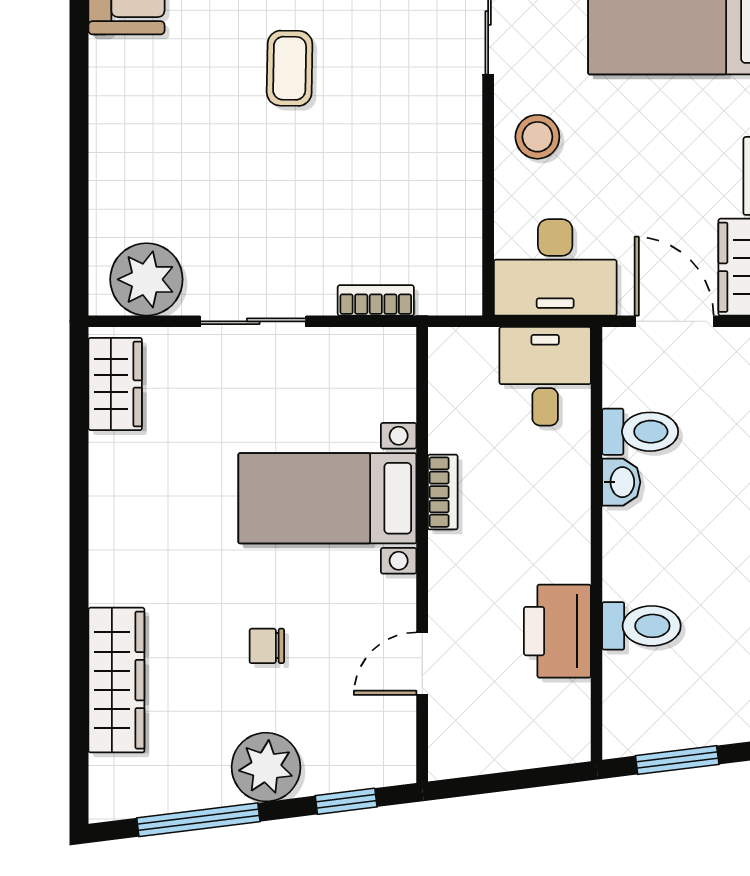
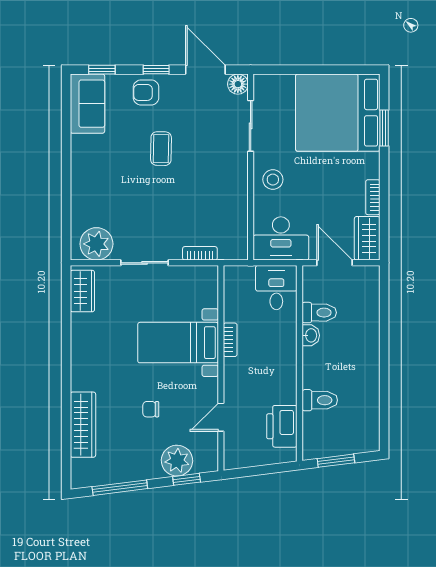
printer: (557, 631) -> (282, 426), moved
plant: (266, 767) -> (177, 461), moved

